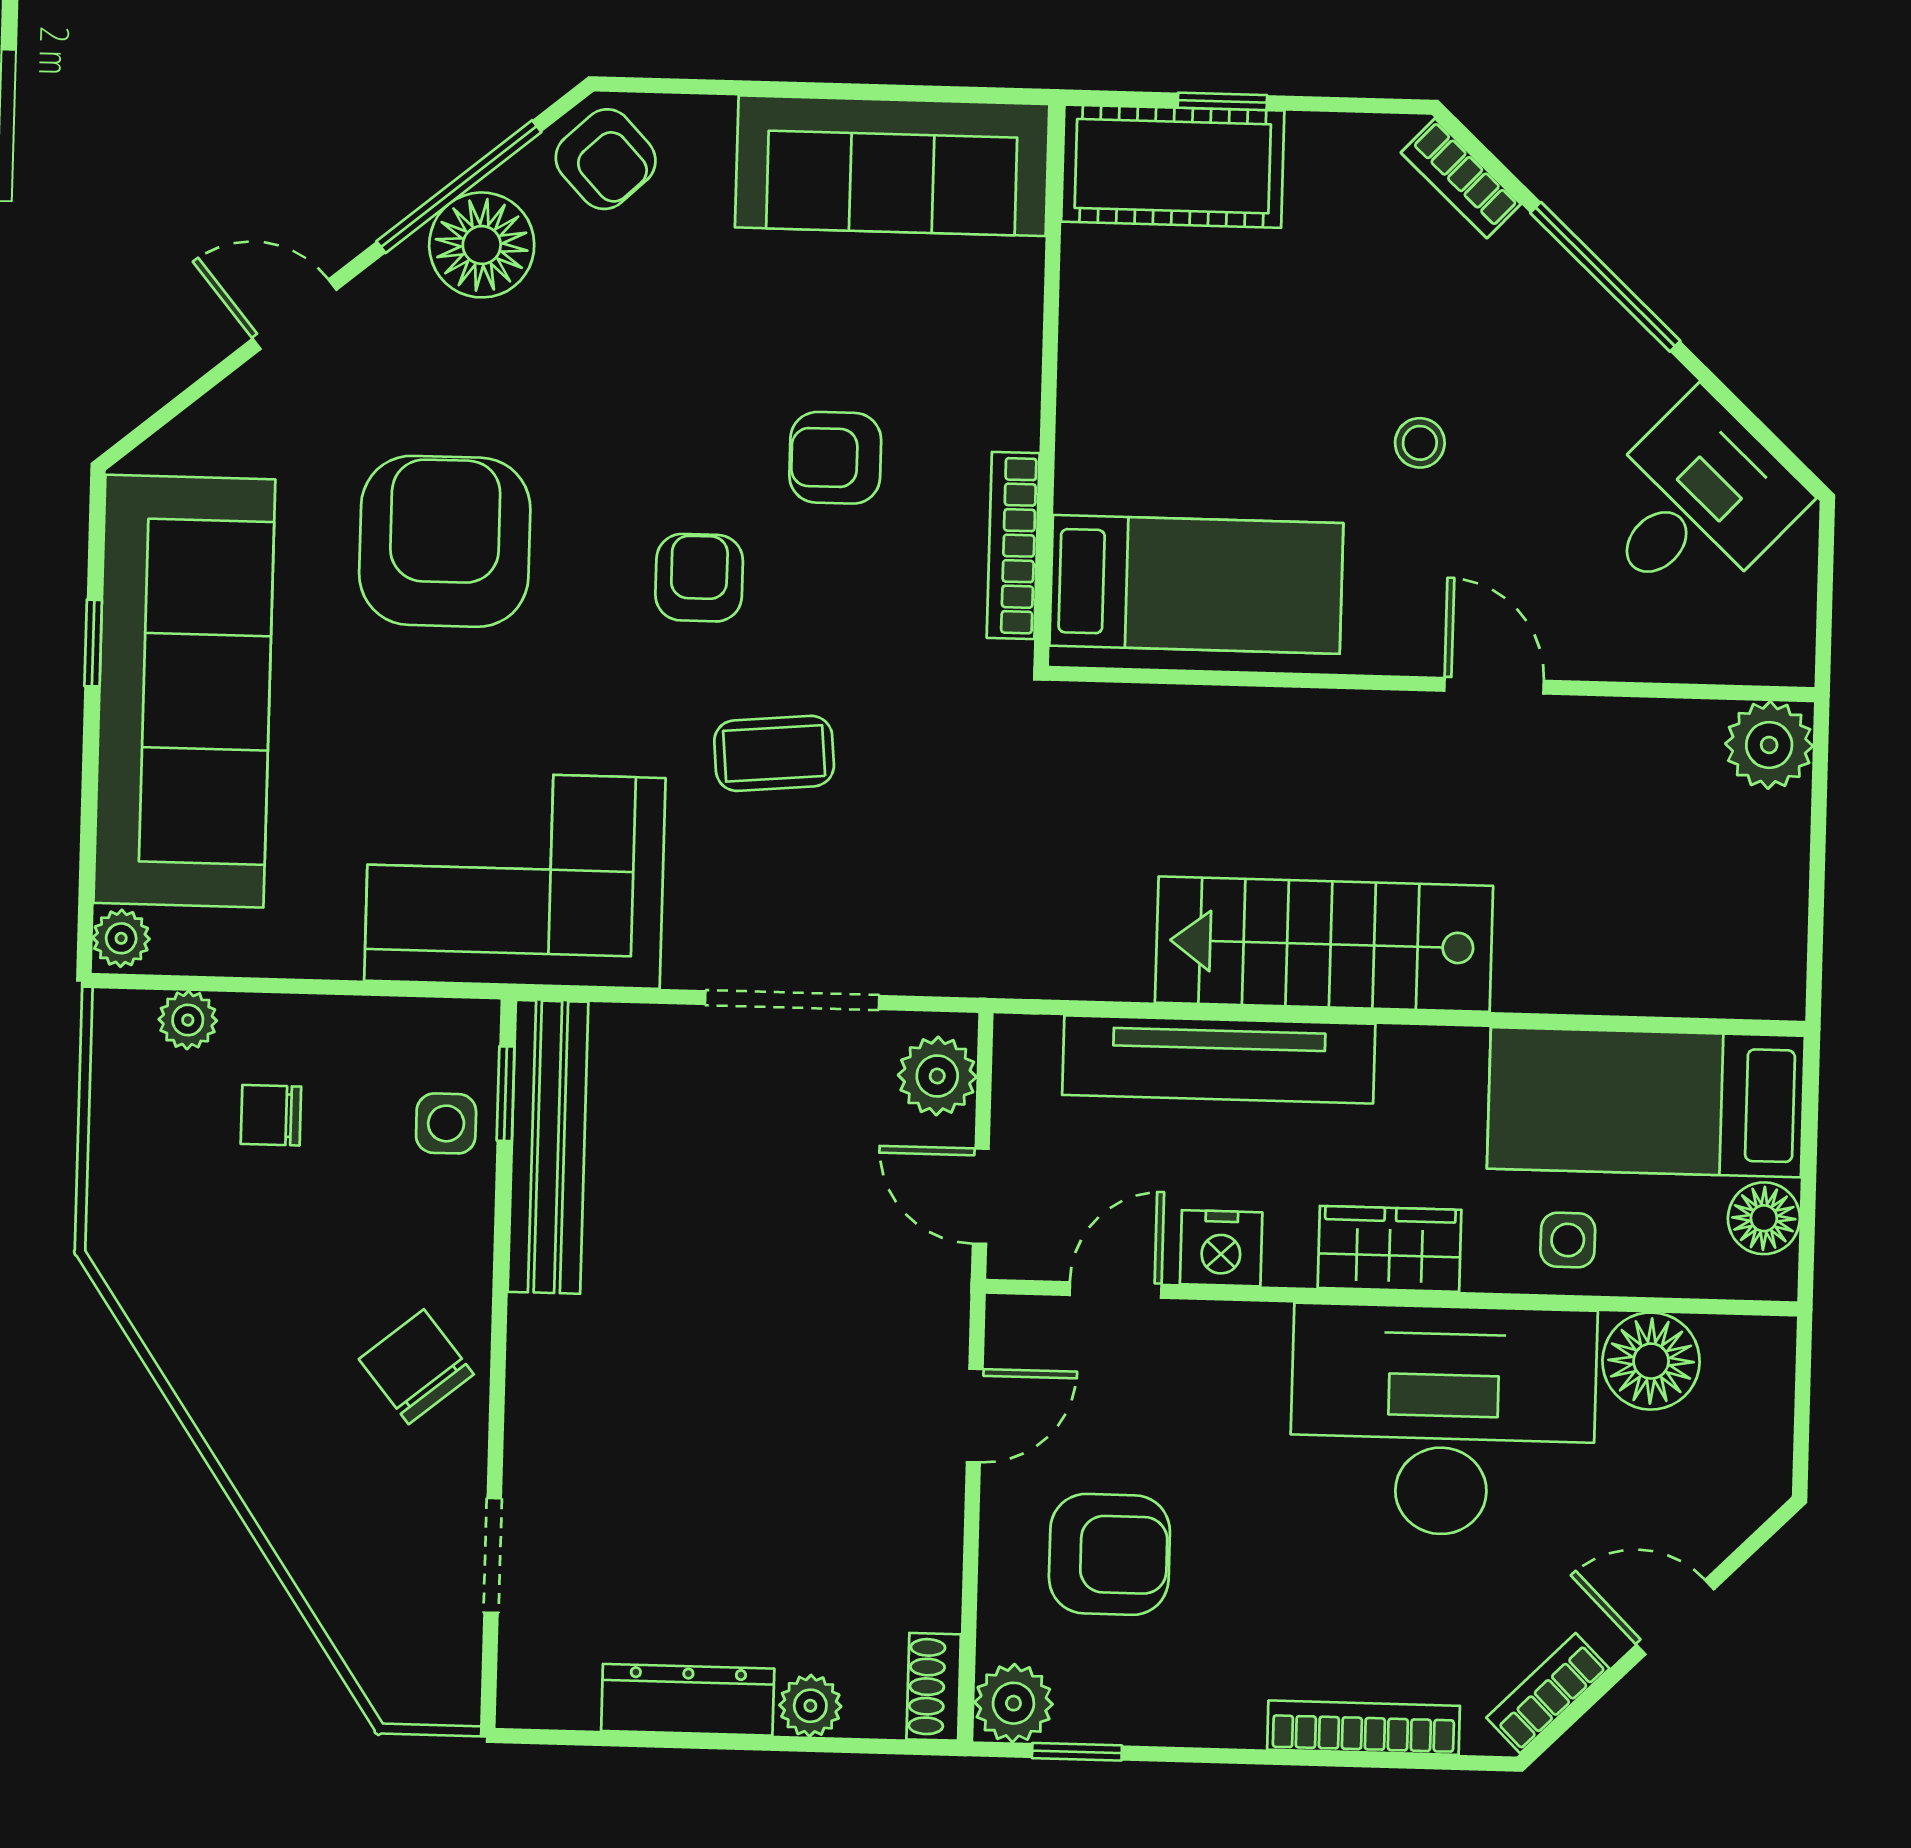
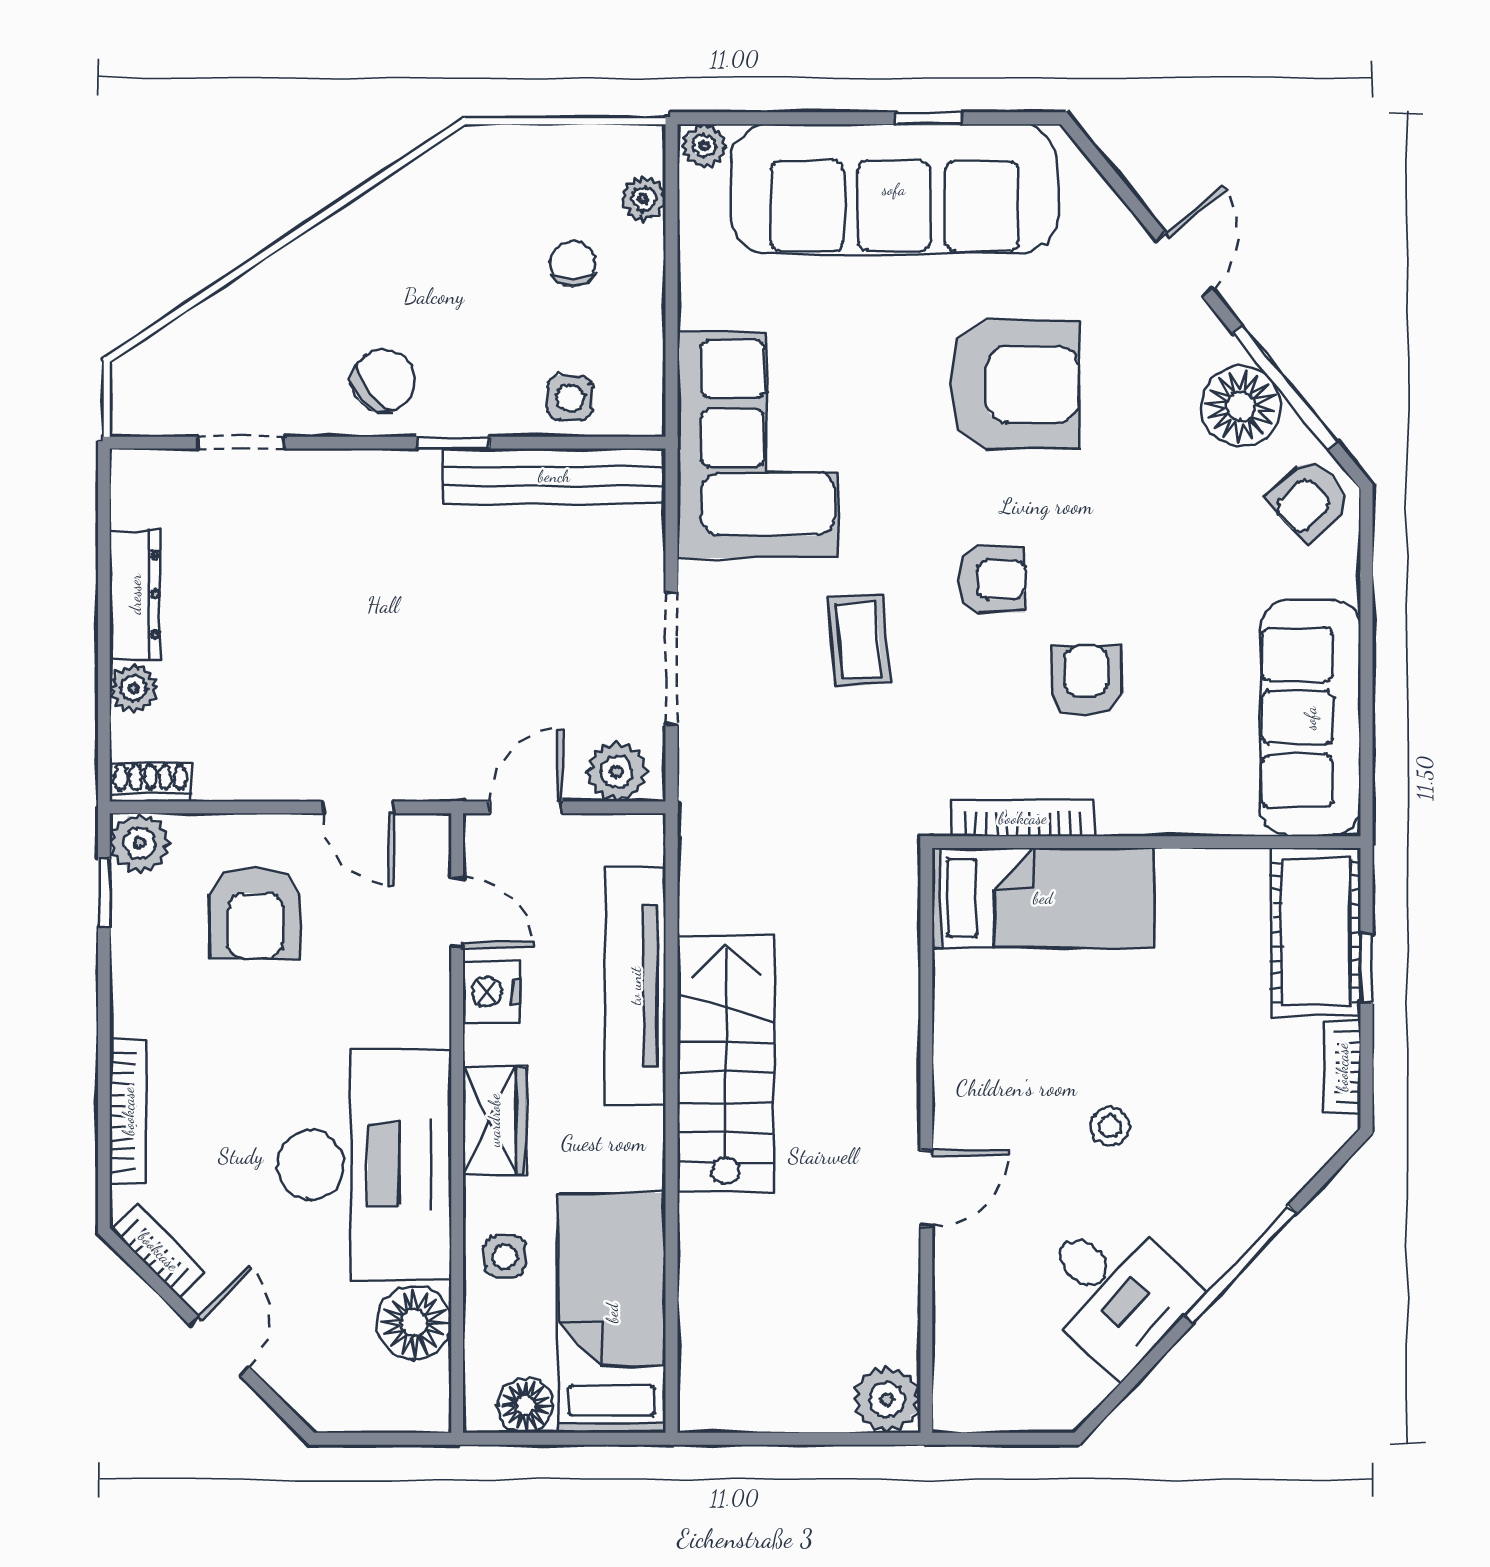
bookcase: (1461, 178) -> (1342, 1067), moved, turned -43
desk: (1695, 503) -> (1114, 1291), moved
bed: (1196, 584) -> (1043, 898), moved, turned -90
window: (506, 1094) -> (453, 443), moved

